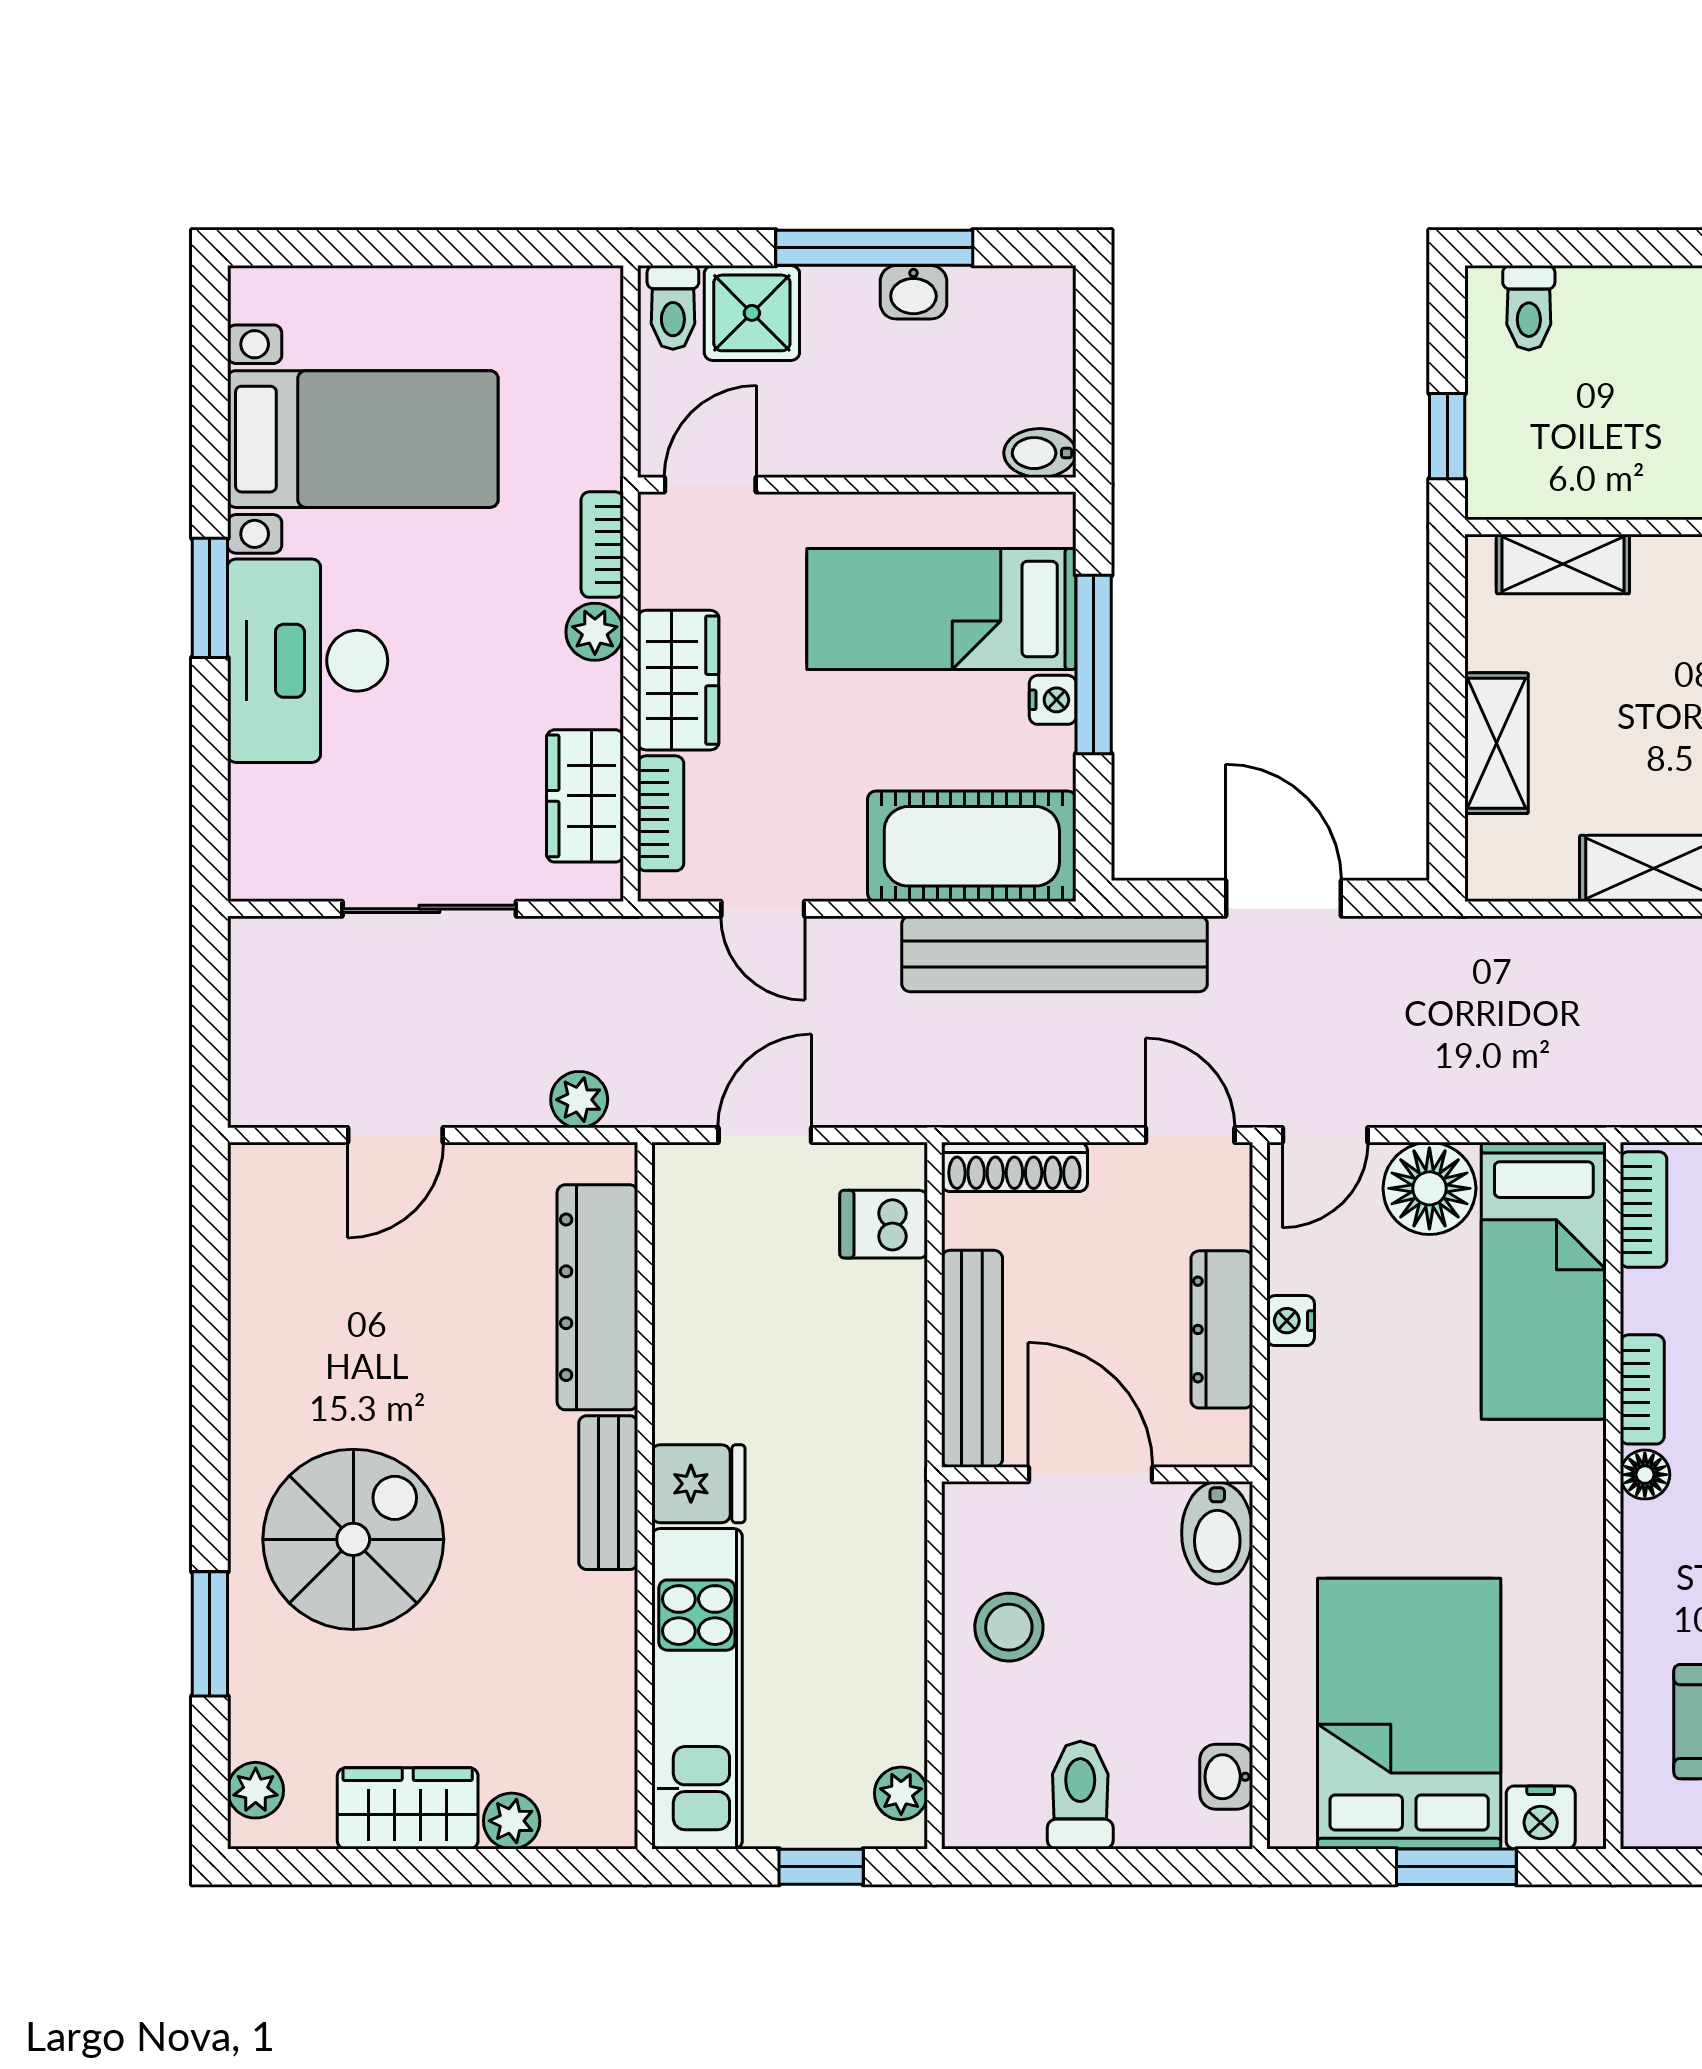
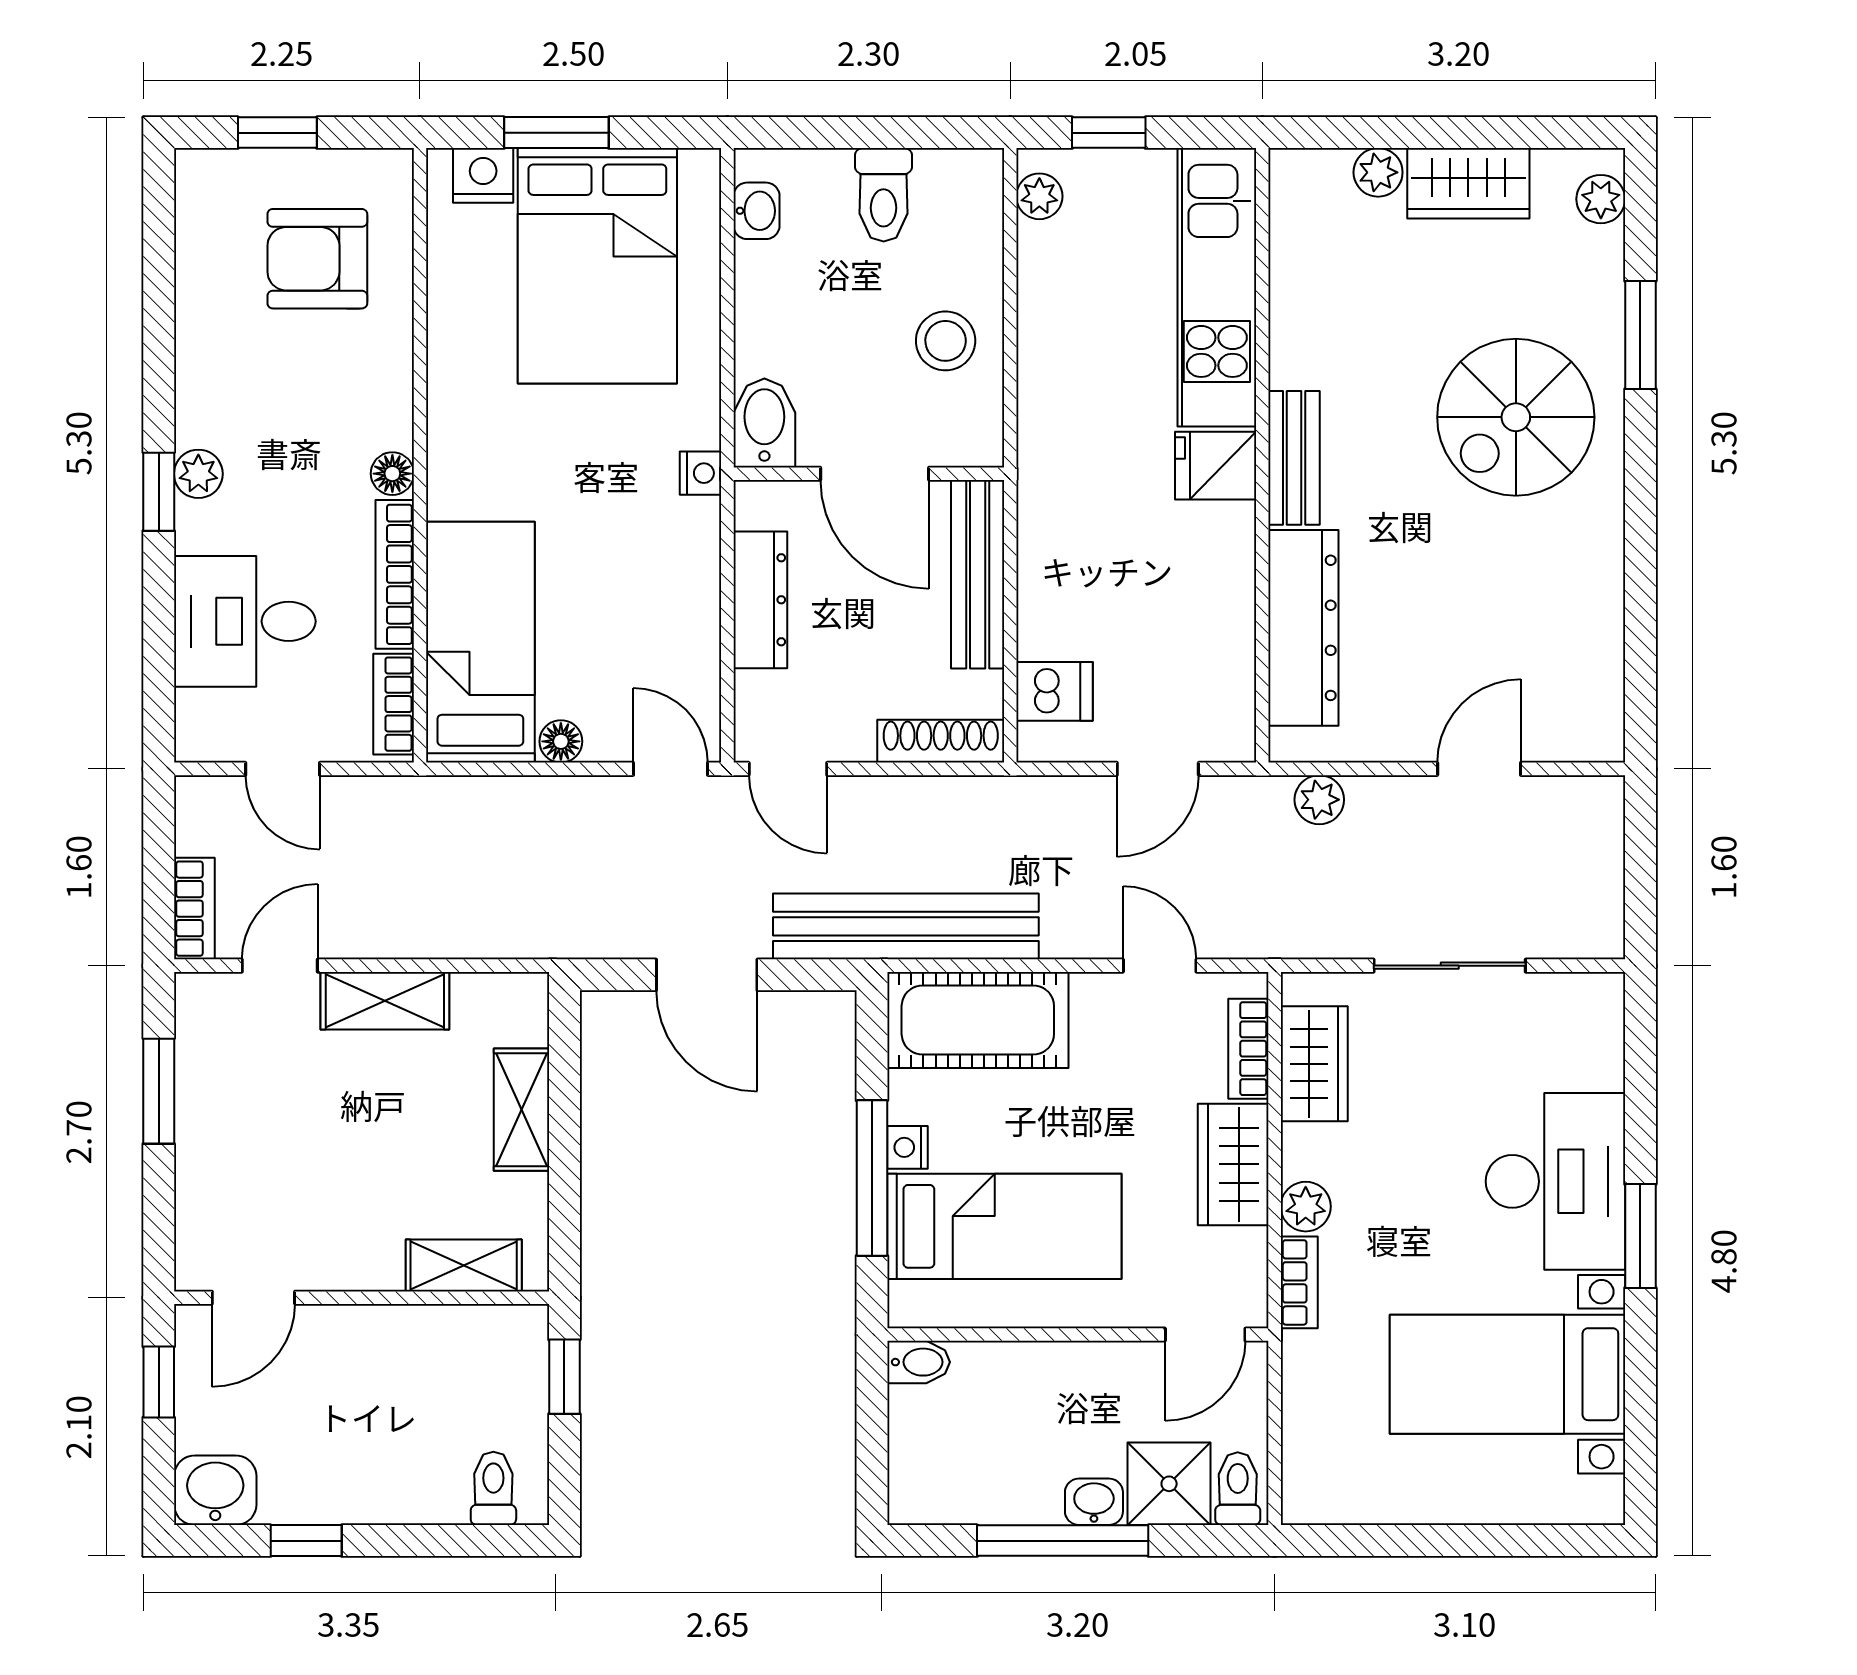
washbasin: (913, 292) -> (1094, 1502), moved
door: (1325, 1135) -> (671, 769), hinge flipped
floor lamp: (1429, 1188) -> (561, 741), width x0.53, depth x0.53
nightstand: (1291, 1321) -> (701, 473), moved
bookcase: (1642, 1389) -> (395, 574), width x1.56

